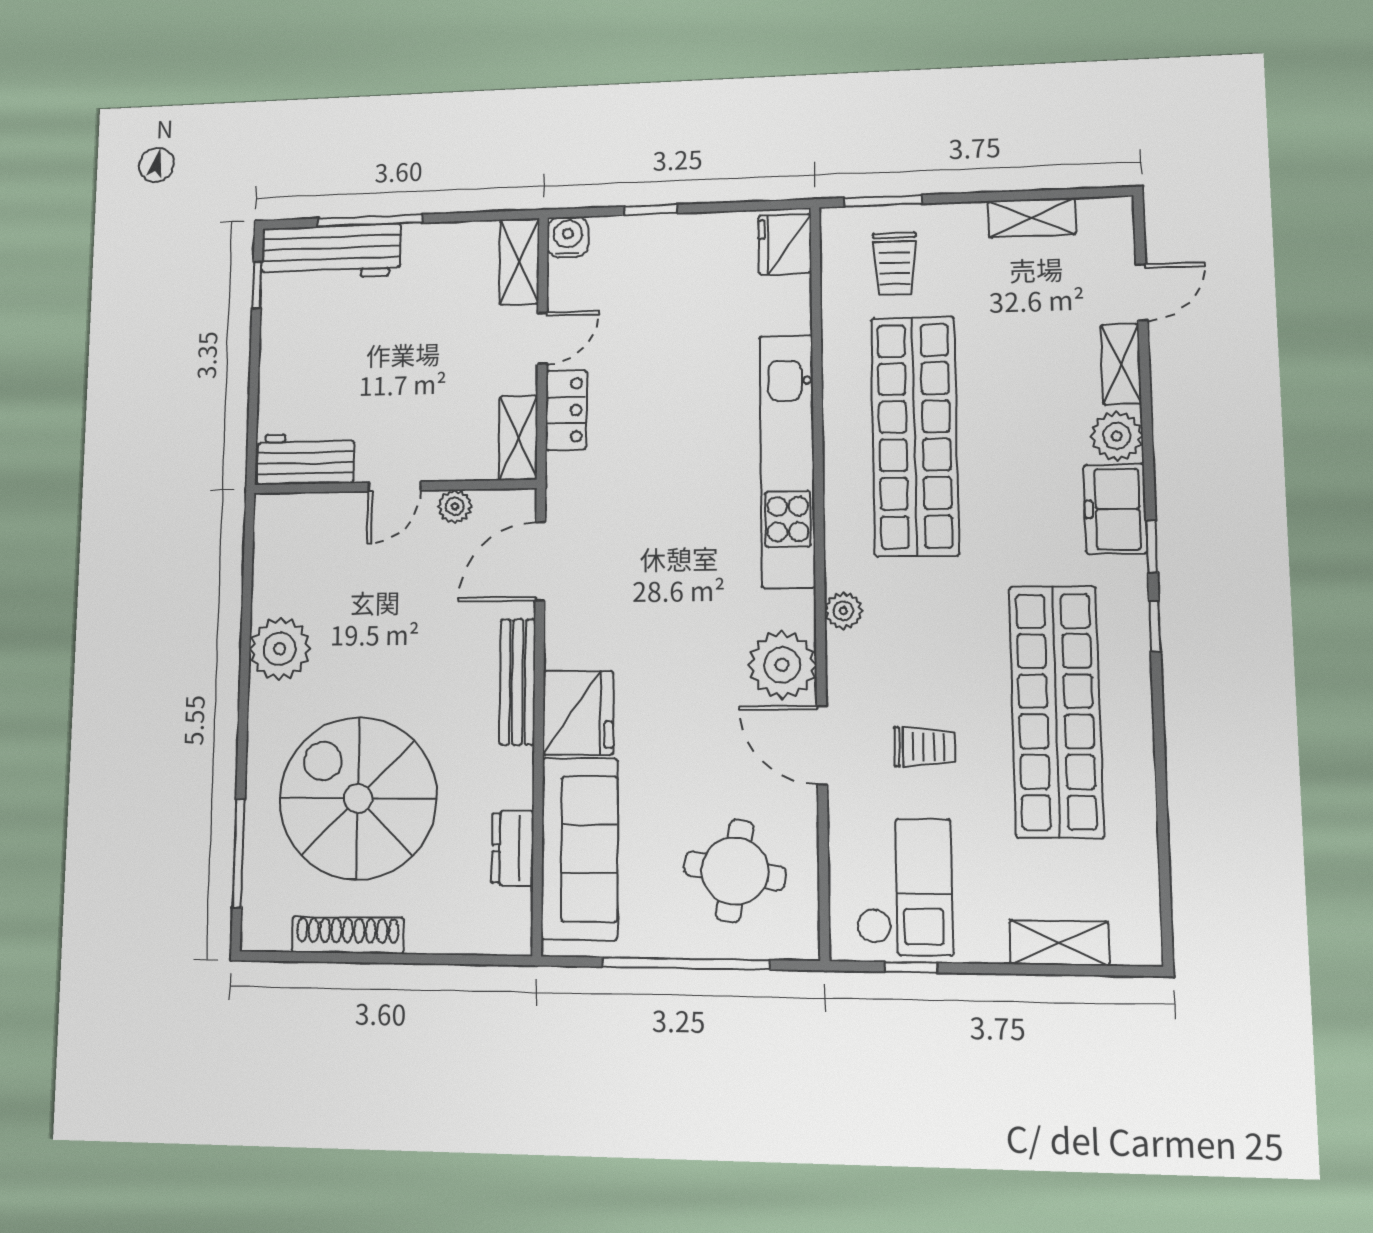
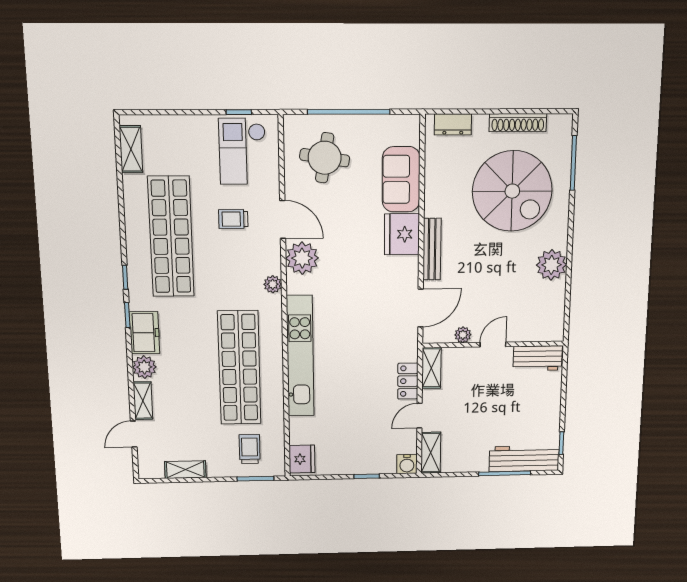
dresser: (513, 848) -> (453, 124), moved, turned 90
sofa: (580, 849) -> (401, 179), width x0.73
shelving: (1059, 943) -> (131, 149), moved, turned 90

